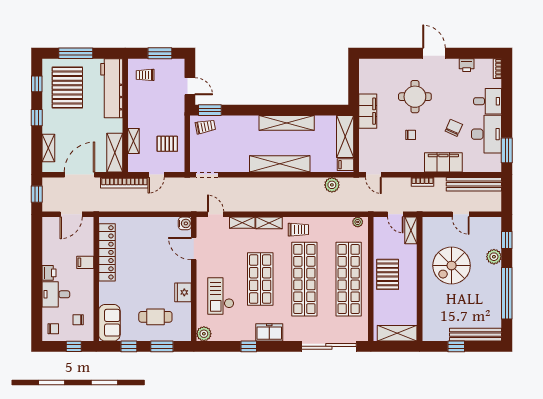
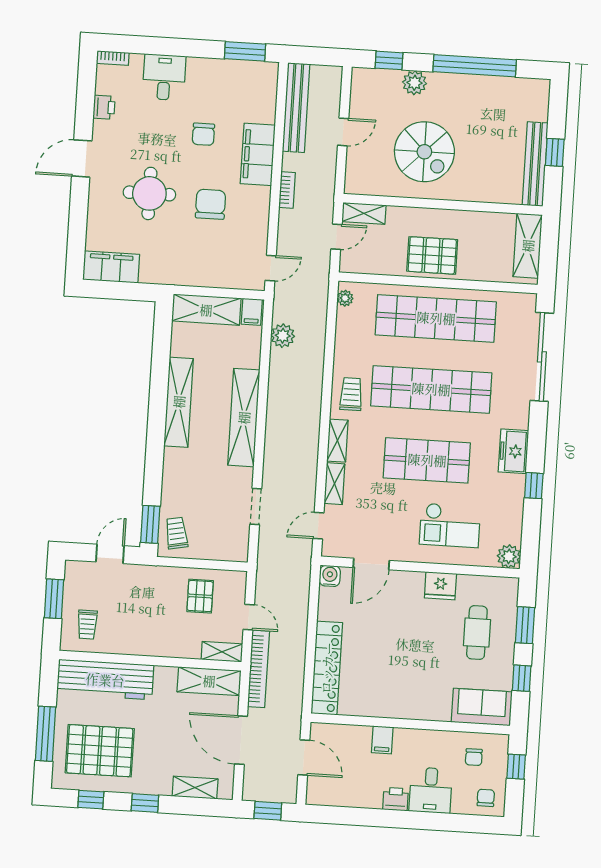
filing cabinet: (368, 111) -> (111, 267), moved
chair: (454, 128) -> (203, 134), turned -114
desk: (487, 134) -> (217, 82), removed
chair: (411, 135) -> (211, 204), width x1.87, depth x1.87
shelving: (134, 141) -> (222, 652), moved
doorway: (207, 175) -> (256, 507), moved
locker: (107, 252) -> (327, 668), moved, turned 90
bench: (476, 335) -> (535, 164), moved

